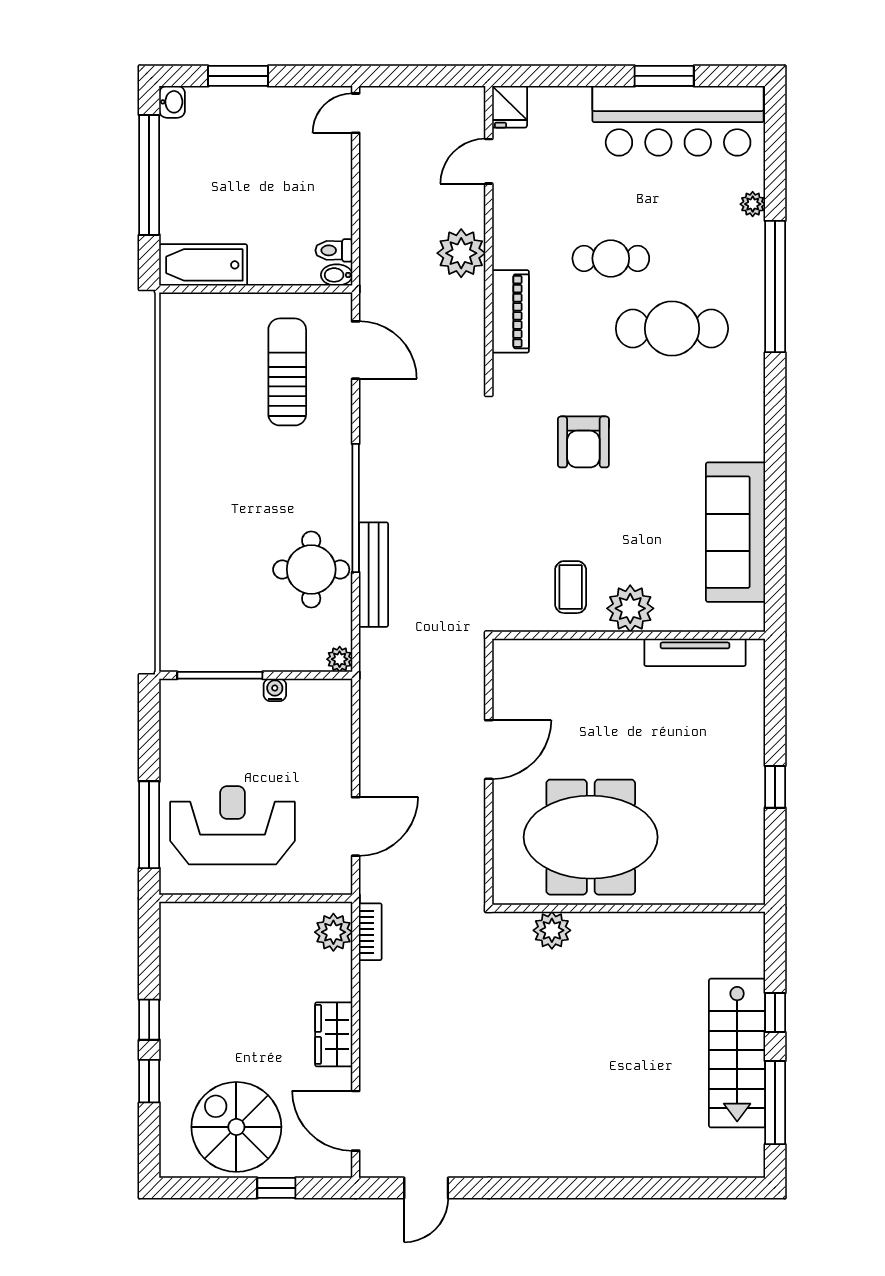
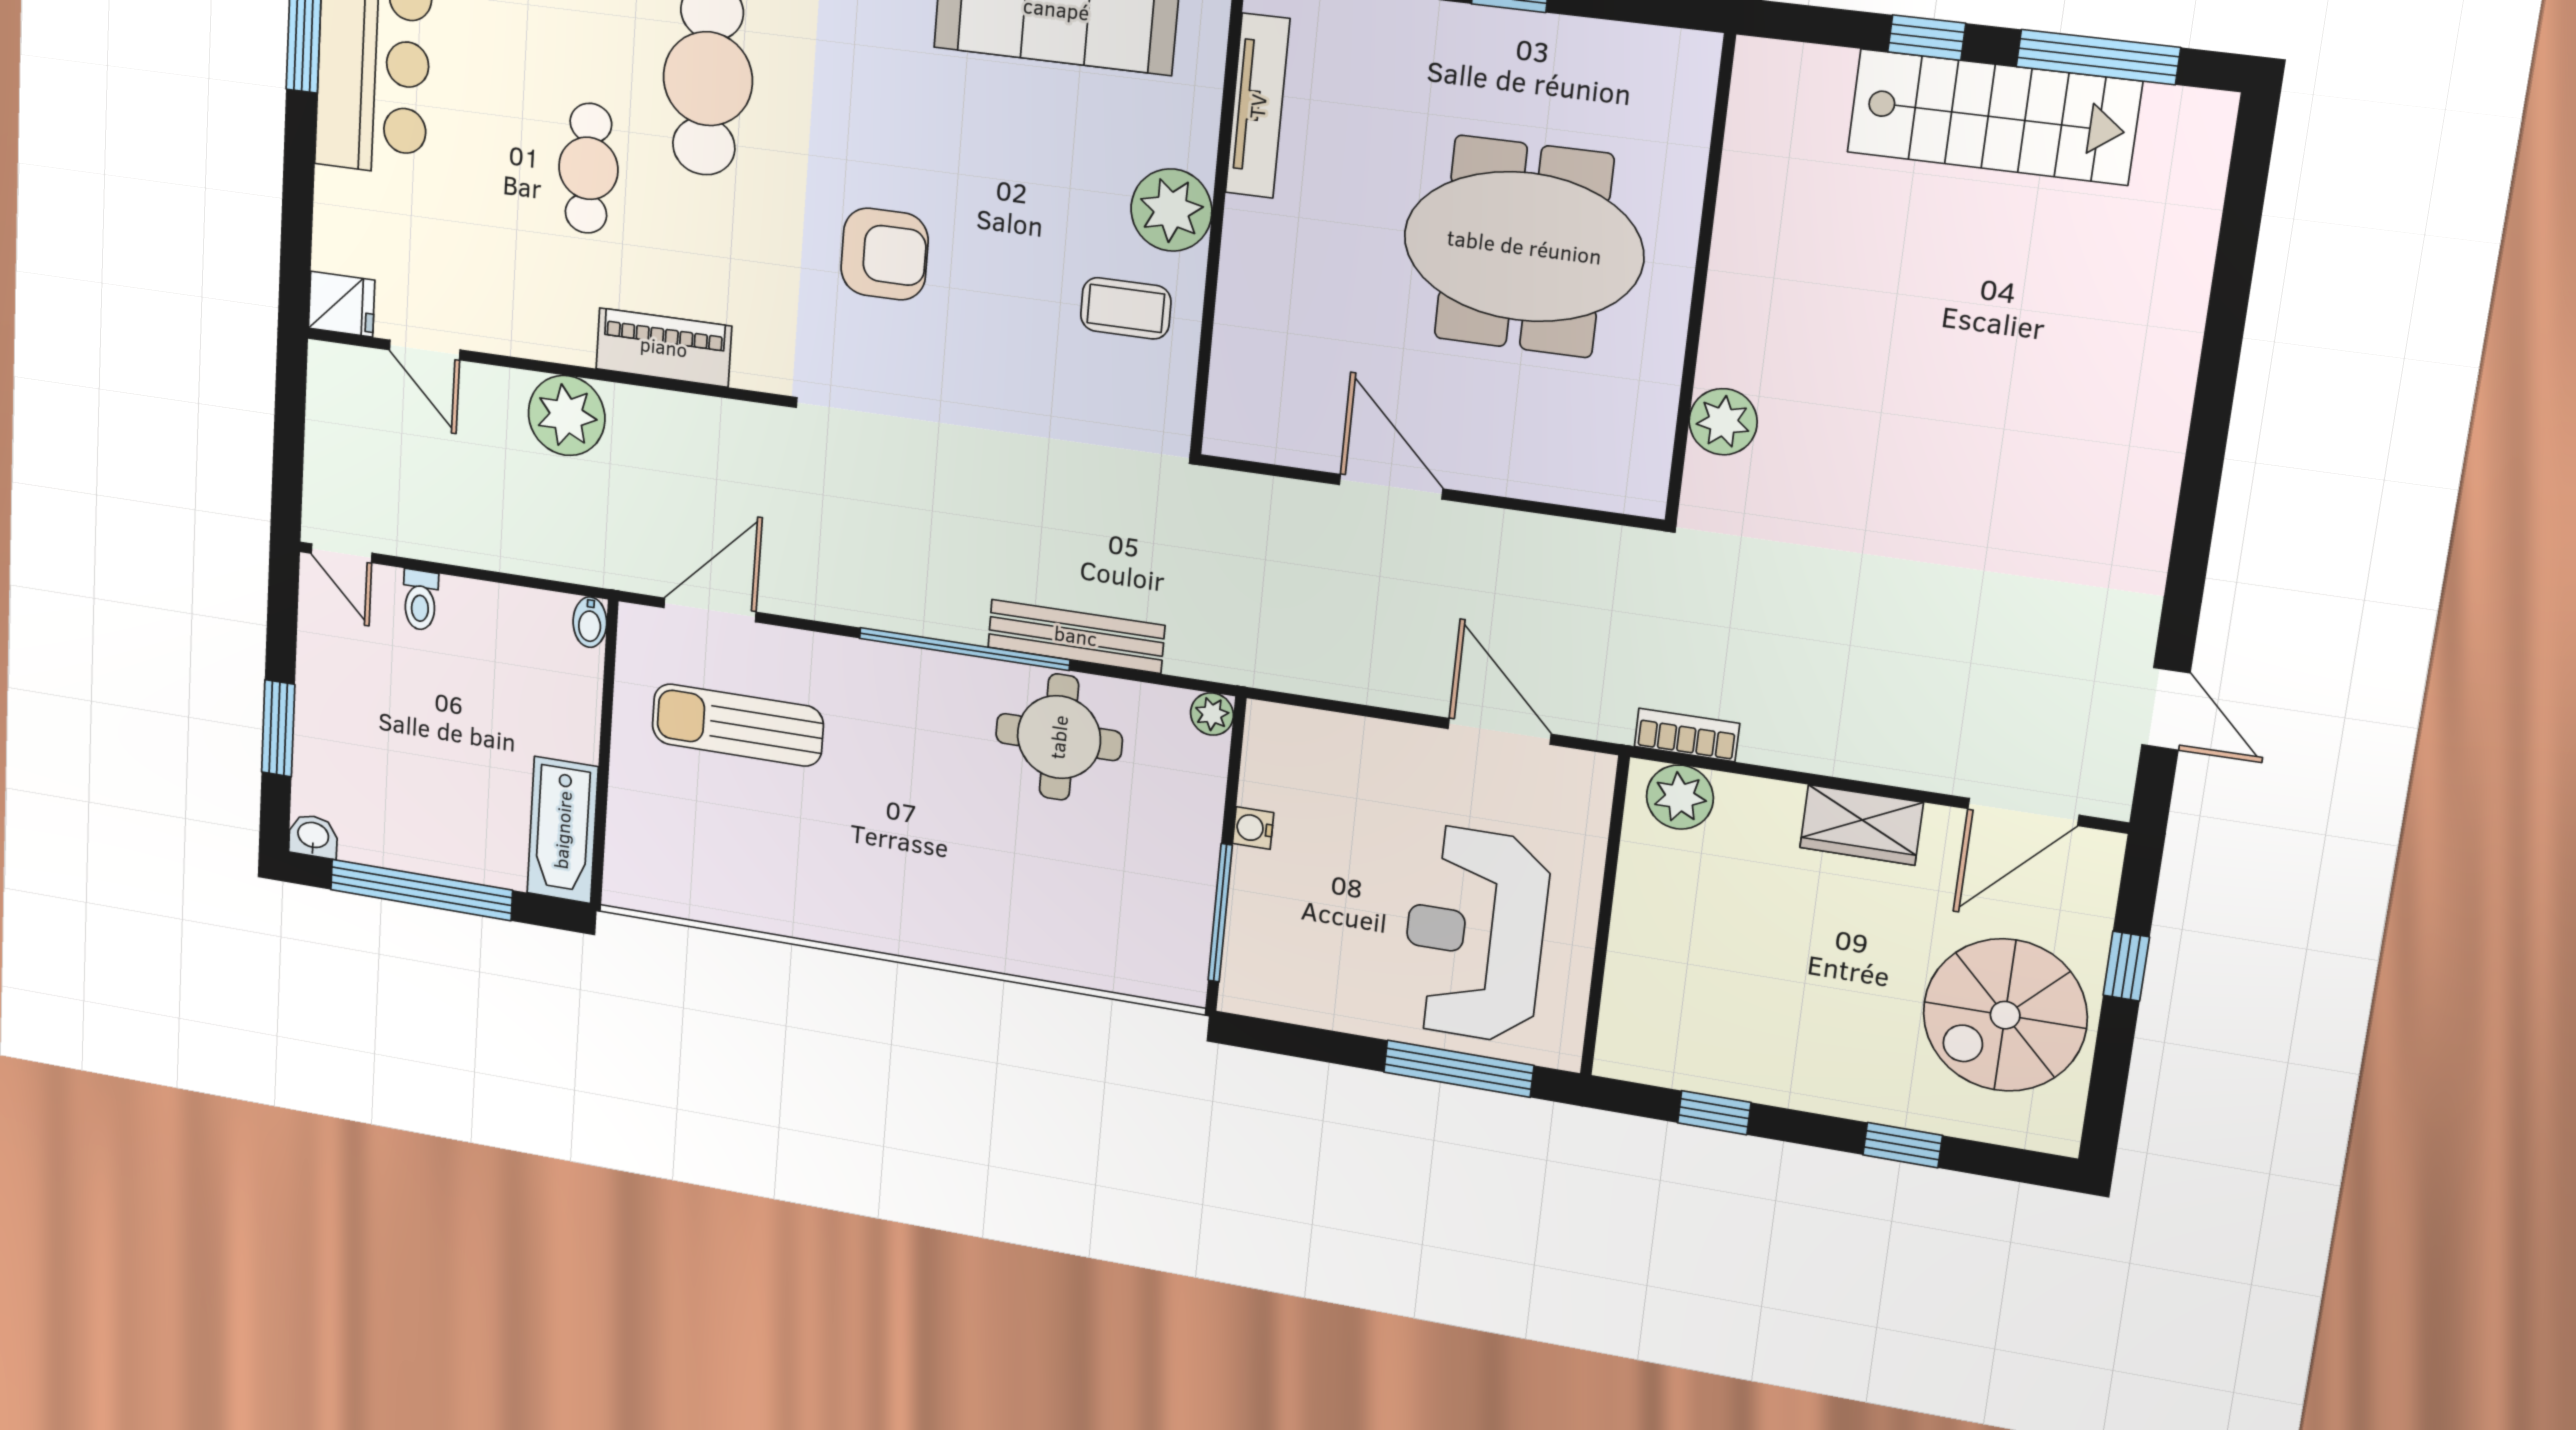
toilet: (334, 250) -> (420, 600), moved
meeting table: (591, 837) -> (1524, 247), moved, turned 90
window: (149, 1020) -> (1714, 1113), moved

